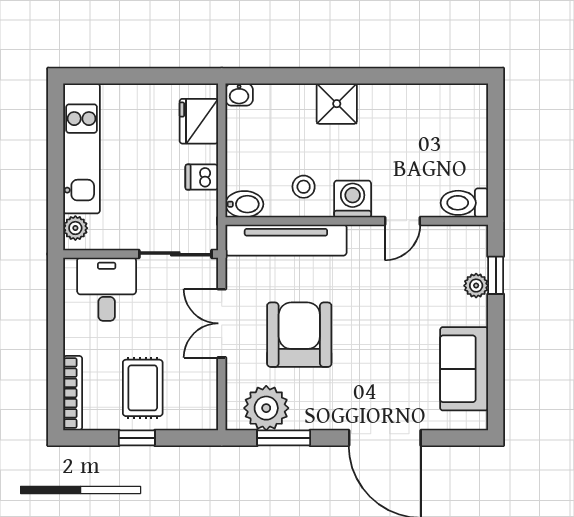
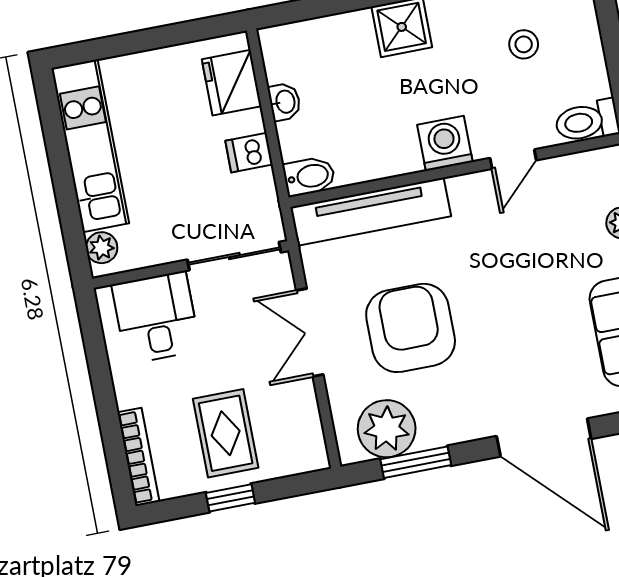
washbasin: (239, 95) -> (285, 102), moved, turned -90
stool: (304, 187) -> (524, 44), moved

